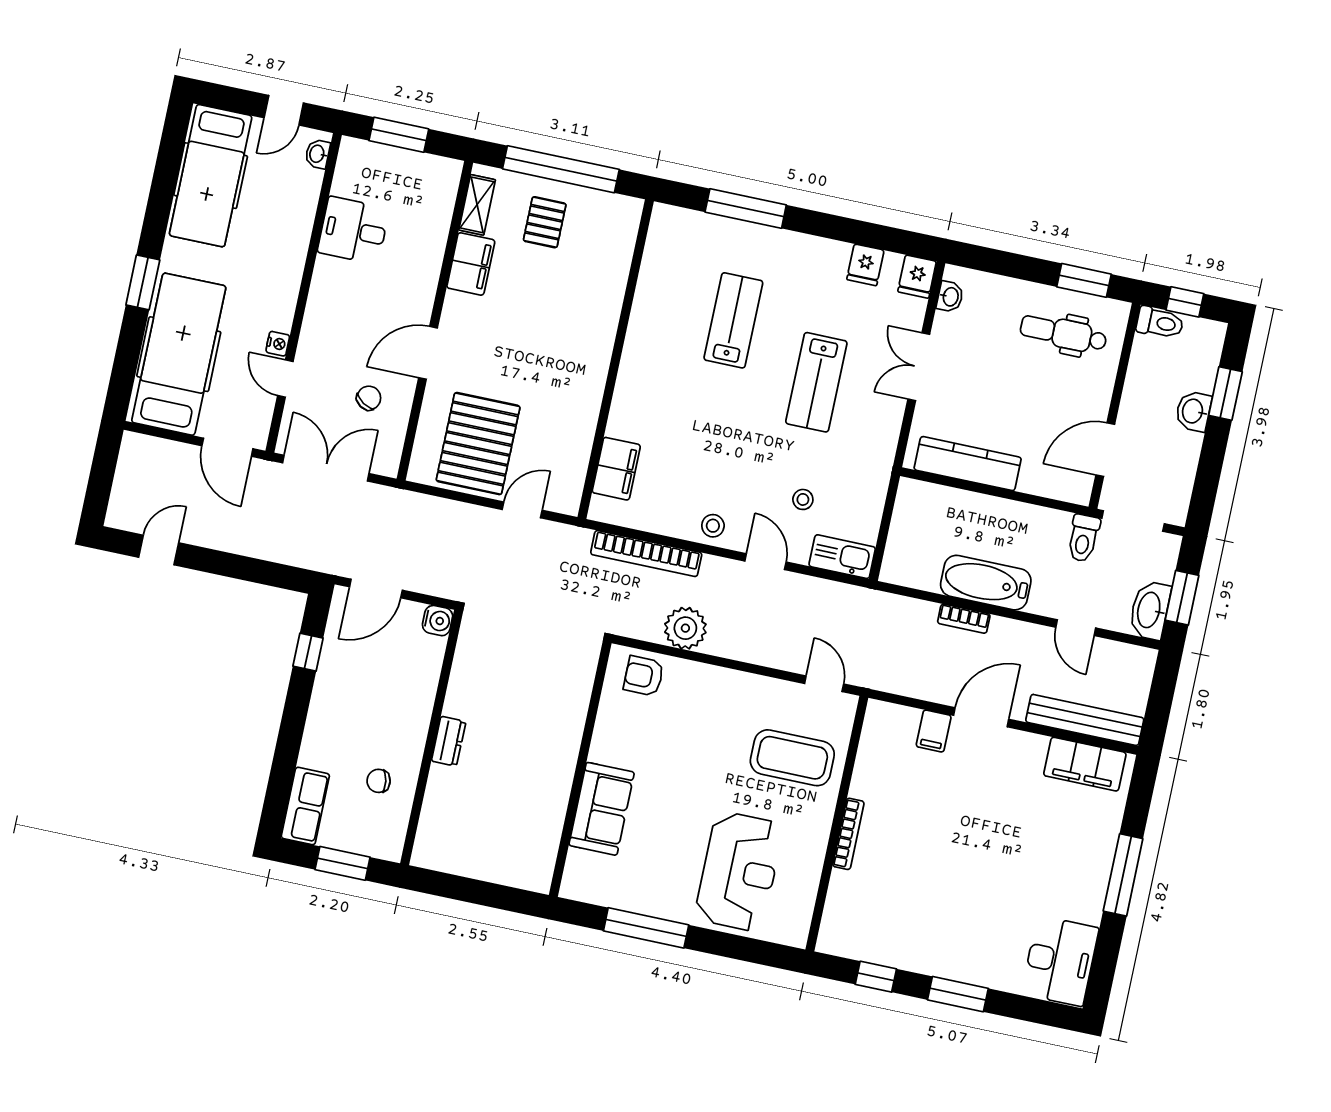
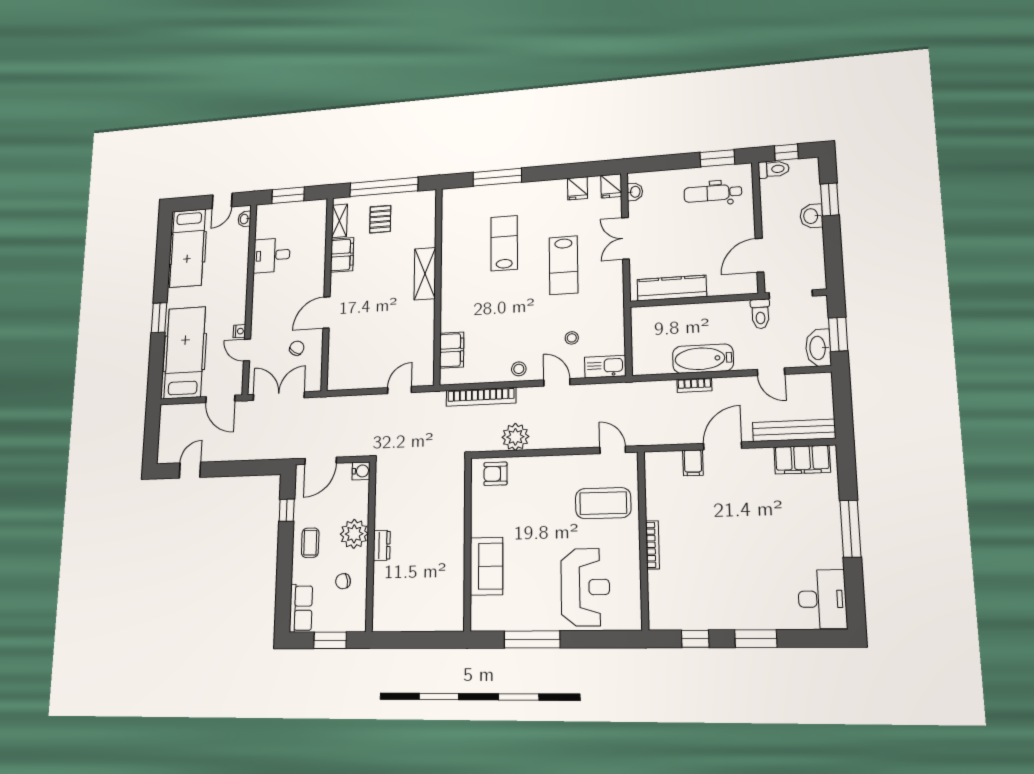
shelving: (599, 334) -> (425, 274), added
pallet: (478, 444) -> (366, 357), removed
coffee table: (337, 711) -> (310, 543), added
plant: (409, 714) -> (354, 534), added

